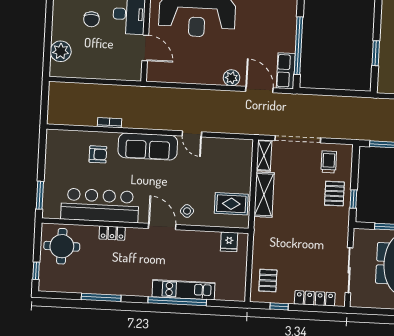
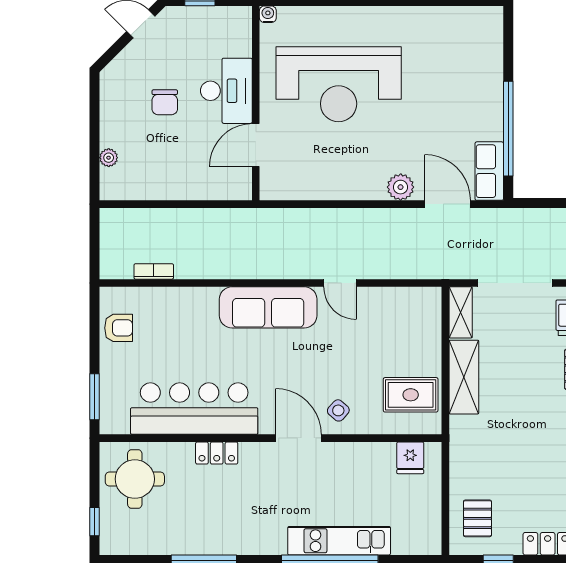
door: (145, 48) -> (256, 145), swing flipped
plant: (61, 51) -> (109, 158), width x0.53, depth x0.53
bookcase: (110, 123) -> (154, 271), moved
armchair: (98, 154) -> (119, 328), moved

